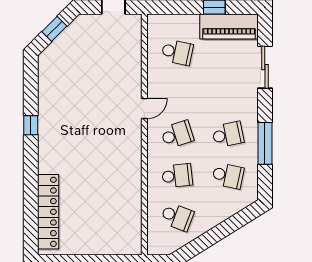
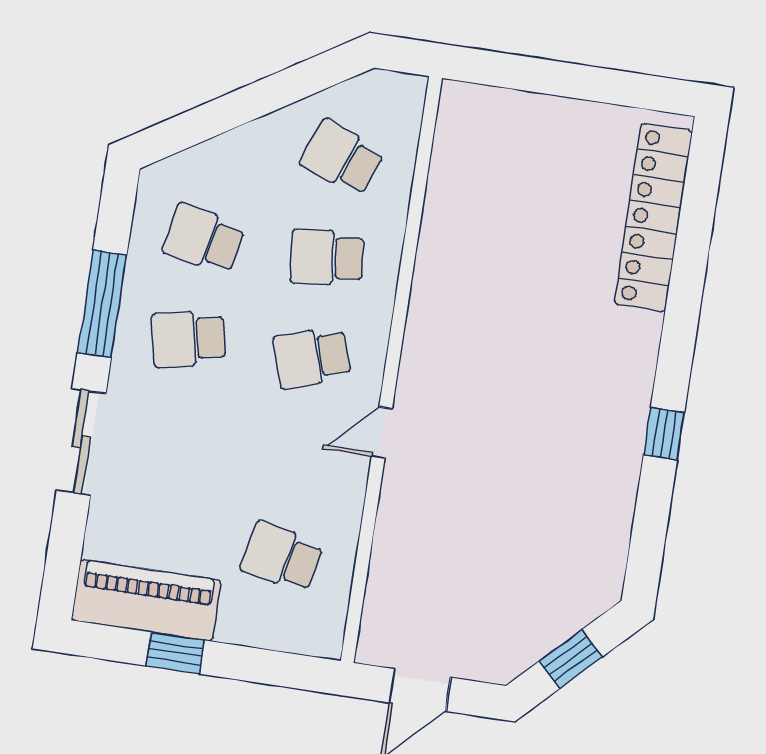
sliding door: (265, 67) -> (81, 442), moved

